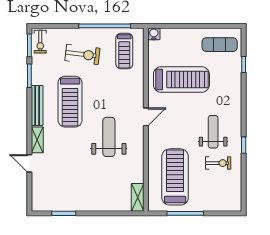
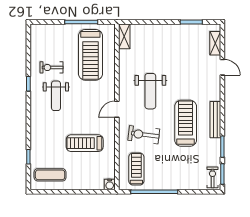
exercise bike: (82, 54) -> (144, 135), moved
treadmill: (181, 79) -> (85, 143), width x0.73, depth x0.73
shelving: (37, 140) -> (215, 43), moved

